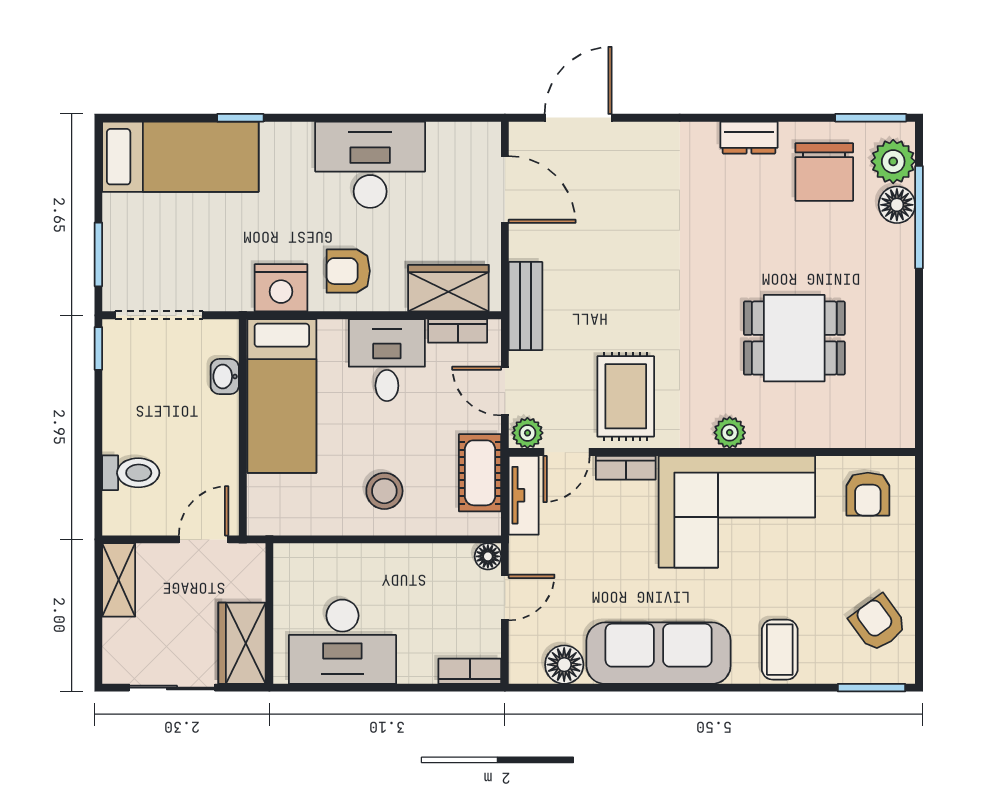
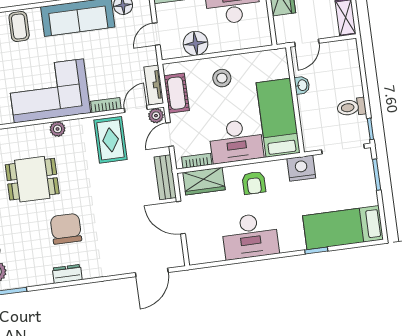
chair: (824, 172) -> (66, 229), moved
door: (505, 190) -> (181, 218), moved
armchair: (348, 271) -> (254, 183), turned 90
nightstand: (281, 288) -> (301, 168), moved
desk: (387, 360) -> (236, 141), width x1.37
washbasin: (225, 376) -> (302, 85), moved
door: (505, 391) -> (170, 135), swing flipped
toilet: (131, 473) -> (352, 107), moved
floor lamp: (488, 556) -> (196, 43), moved, width x1.89, depth x1.89

